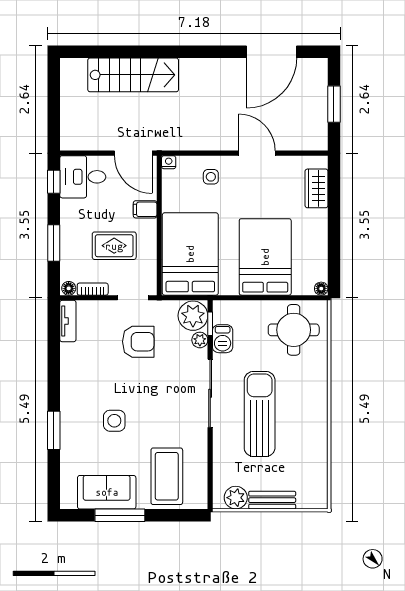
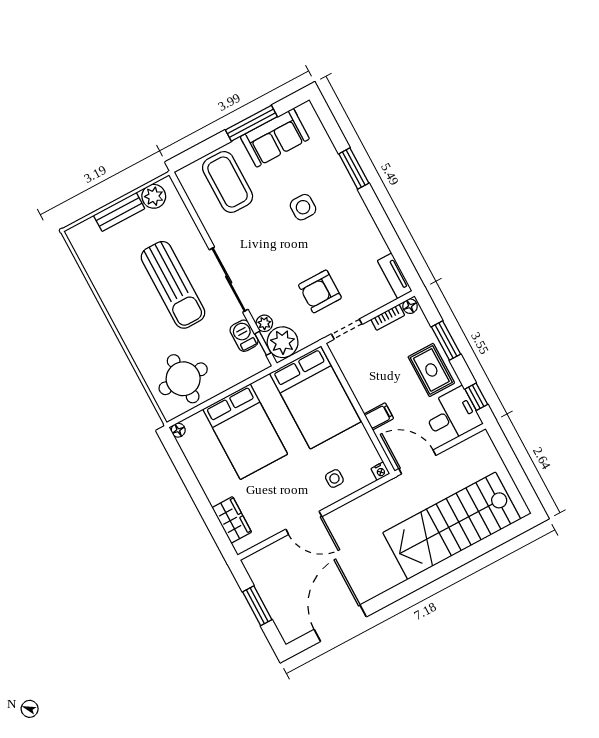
stairs: (133, 75) -> (452, 526), width x1.36, depth x1.51
rug: (114, 246) -> (431, 370), moved, turned 90

